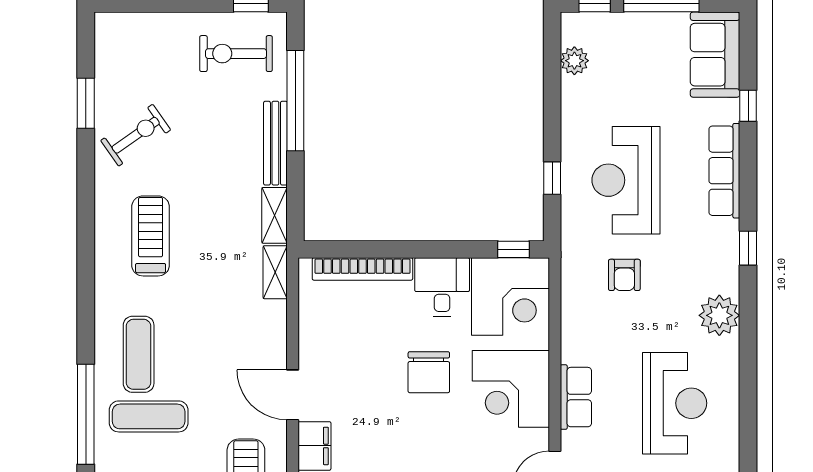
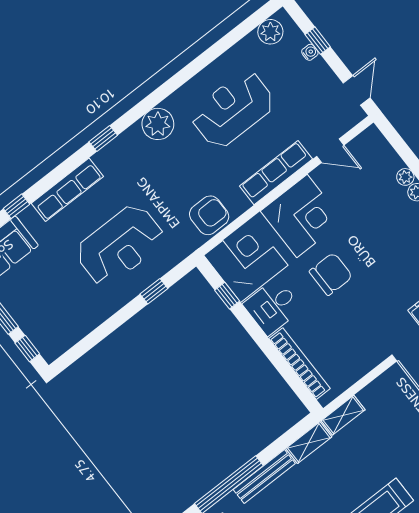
plant: (574, 61) -> (72, 334), removed
window: (514, 249) -> (227, 296), moved
armchair: (624, 275) -> (209, 215), moved, width x1.38, depth x1.38
row of seats: (576, 397) -> (276, 173), width x1.48

